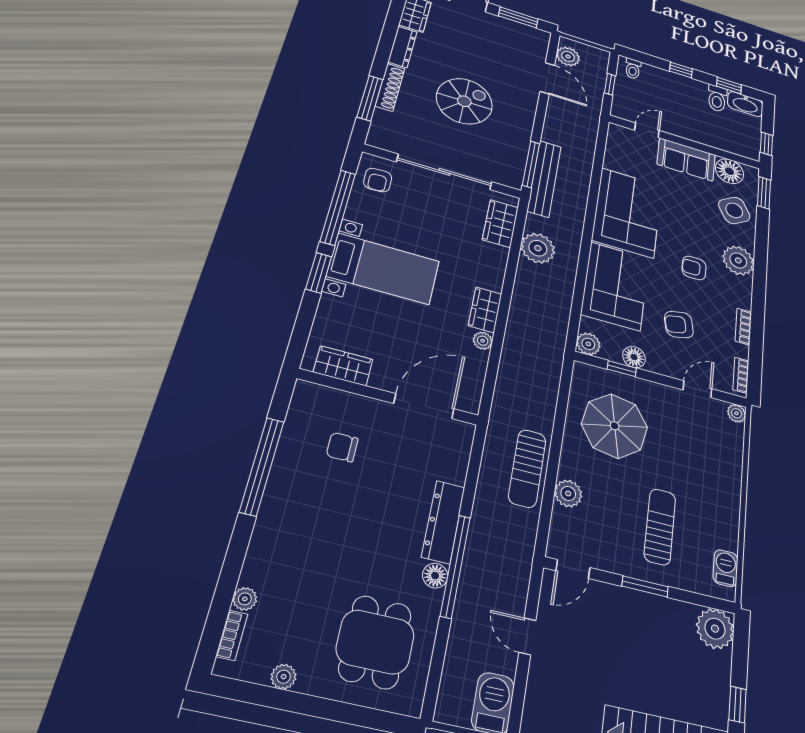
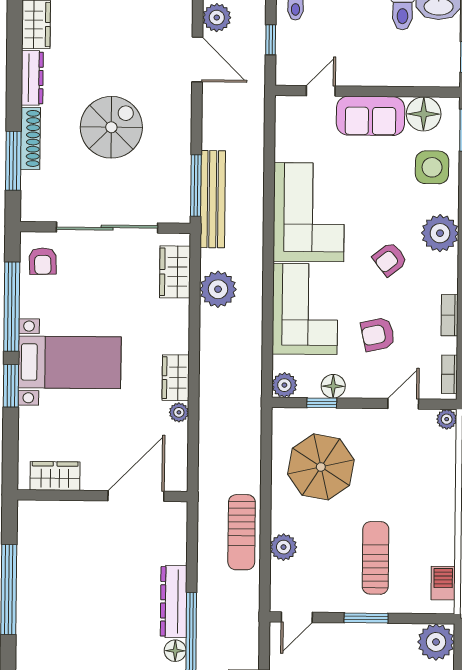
side table: (734, 210) -> (432, 167), turned 31
armchair: (694, 268) -> (390, 259), turned -38
chair: (342, 447) -> (72, 555), removed

